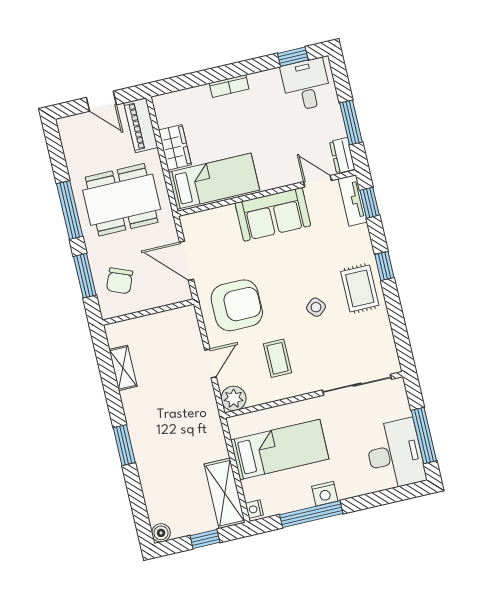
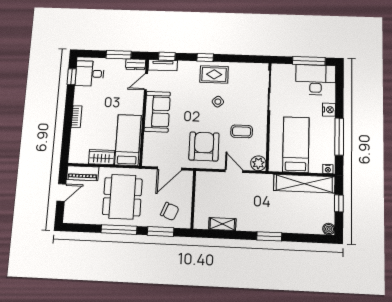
shelving: (225, 493) -> (304, 184), width x1.47
nightstand: (325, 494) -> (329, 110), moved

